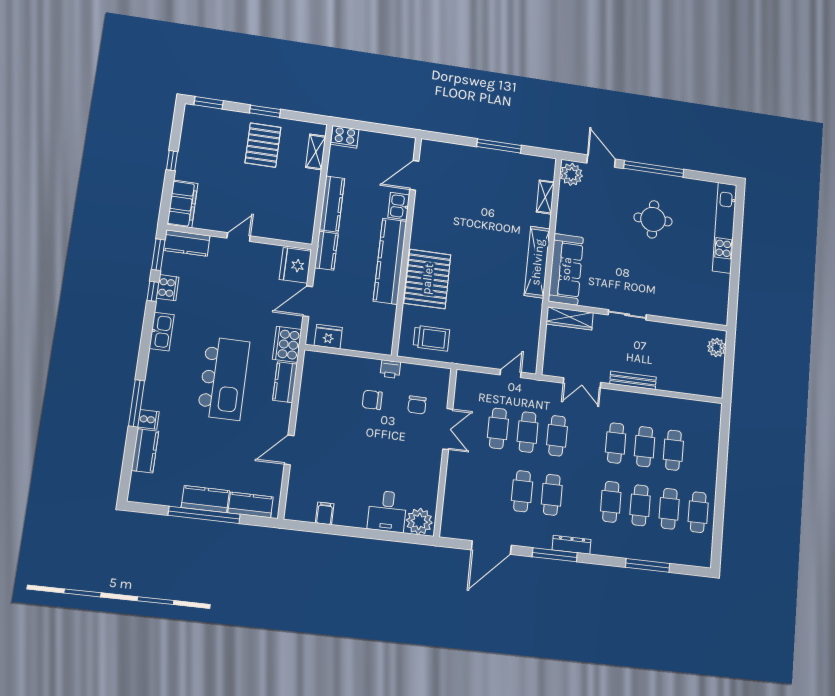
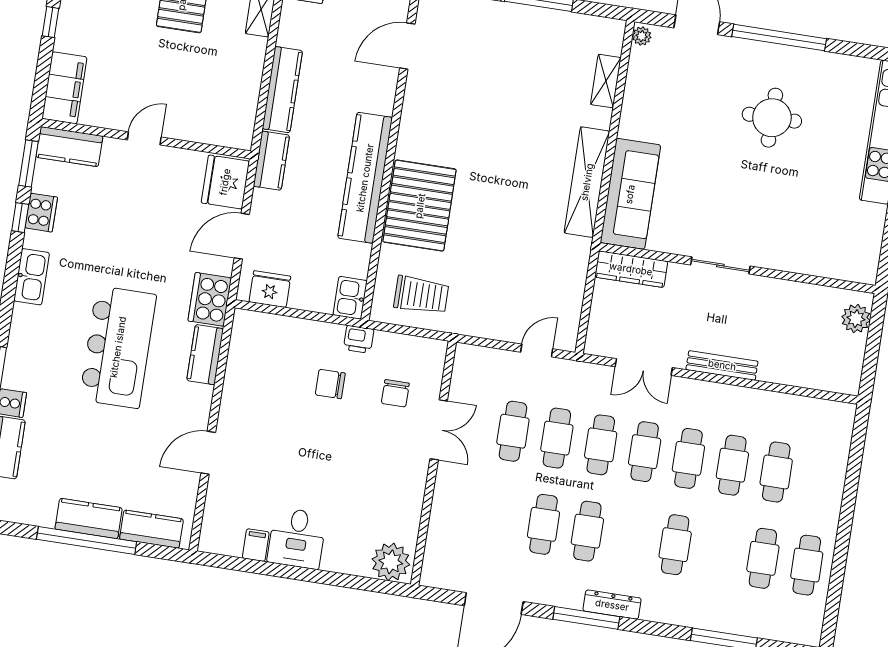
plant: (571, 174) -> (642, 36), width x0.53, depth x0.53
kitchen sink: (399, 206) -> (350, 298), moved
cafe table: (640, 505) -> (645, 452), moved
desk: (387, 511) -> (297, 538), moved

